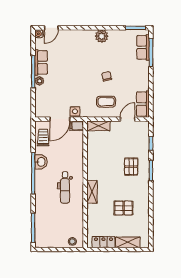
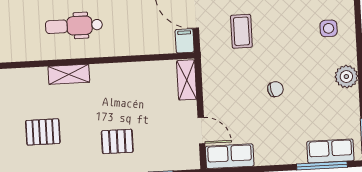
coffee table: (106, 102) -> (241, 31), moved
side table: (75, 111) -> (329, 28), moved
pallet: (124, 208) -> (43, 132), turned 90

